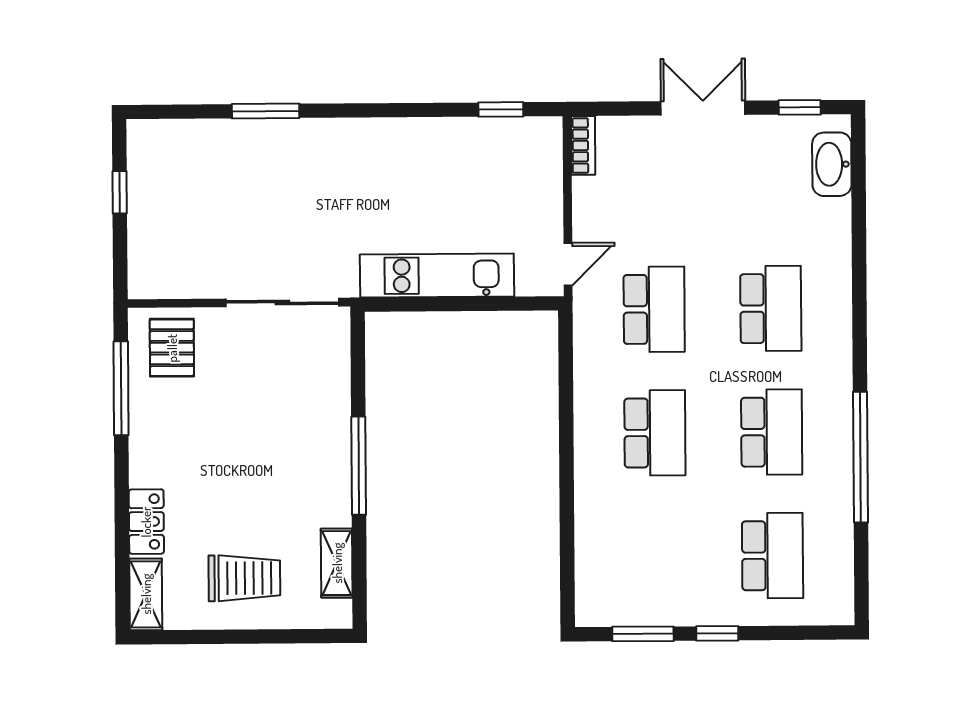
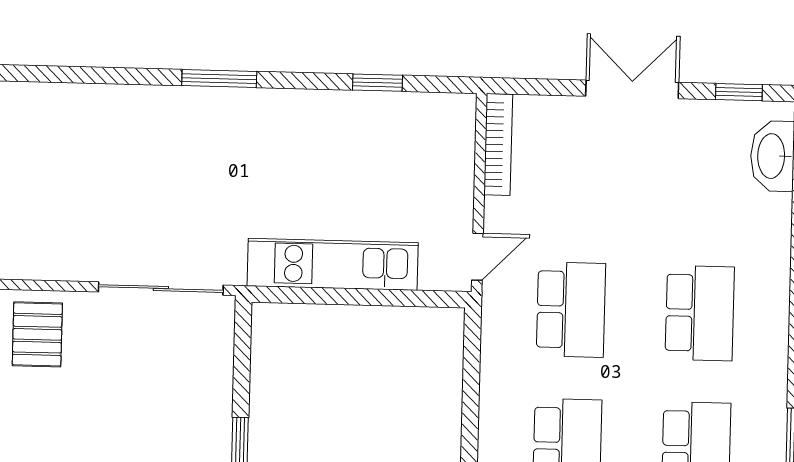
window: (501, 109) -> (377, 83), moved
window: (266, 111) -> (219, 79), moved
bookcase: (583, 145) -> (498, 145), width x1.56

